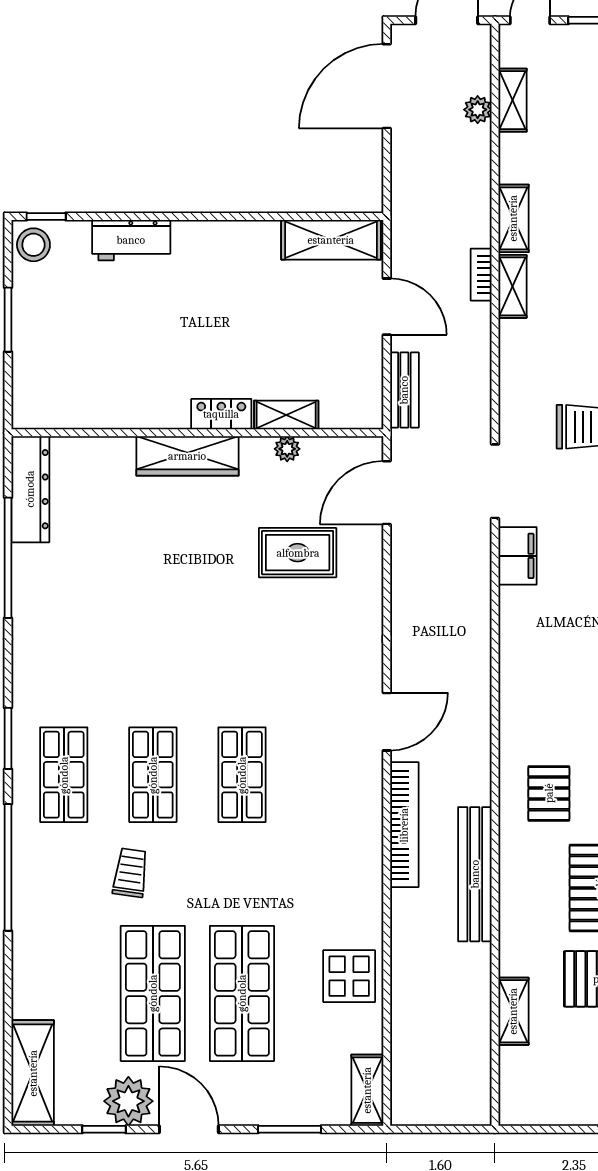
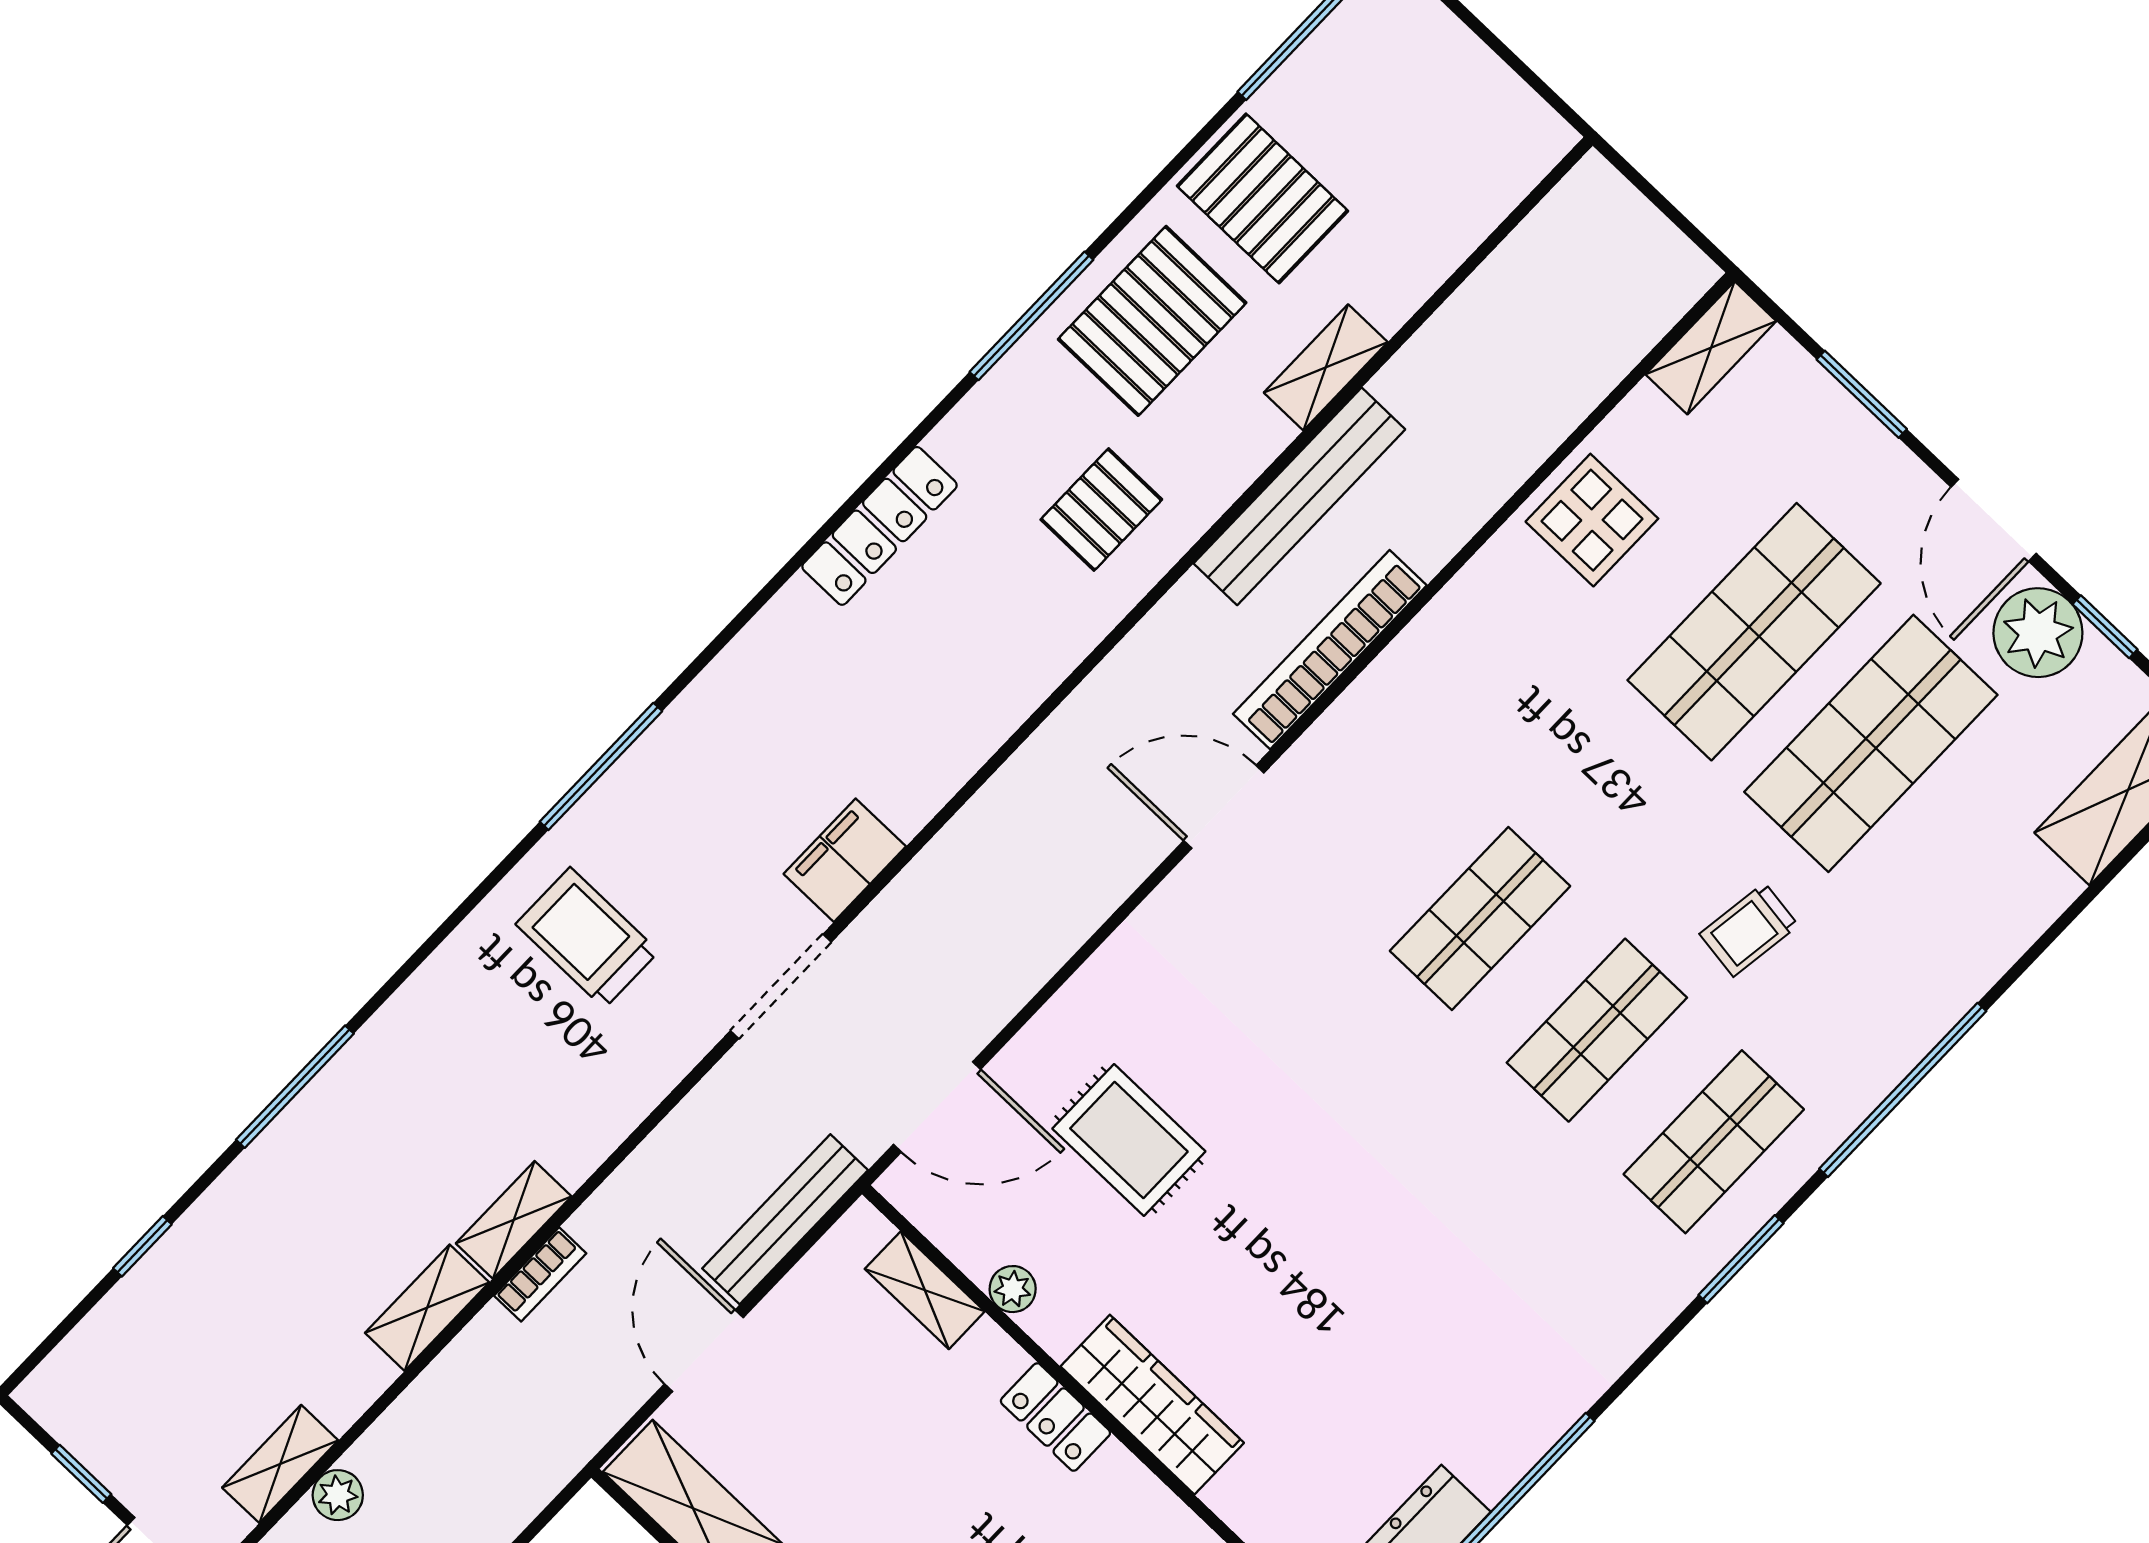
bench: (404, 390) -> (785, 1219), width x1.36
shelving: (286, 415) -> (925, 1290), moved
shelving: (513, 1011) -> (1326, 367), moved

